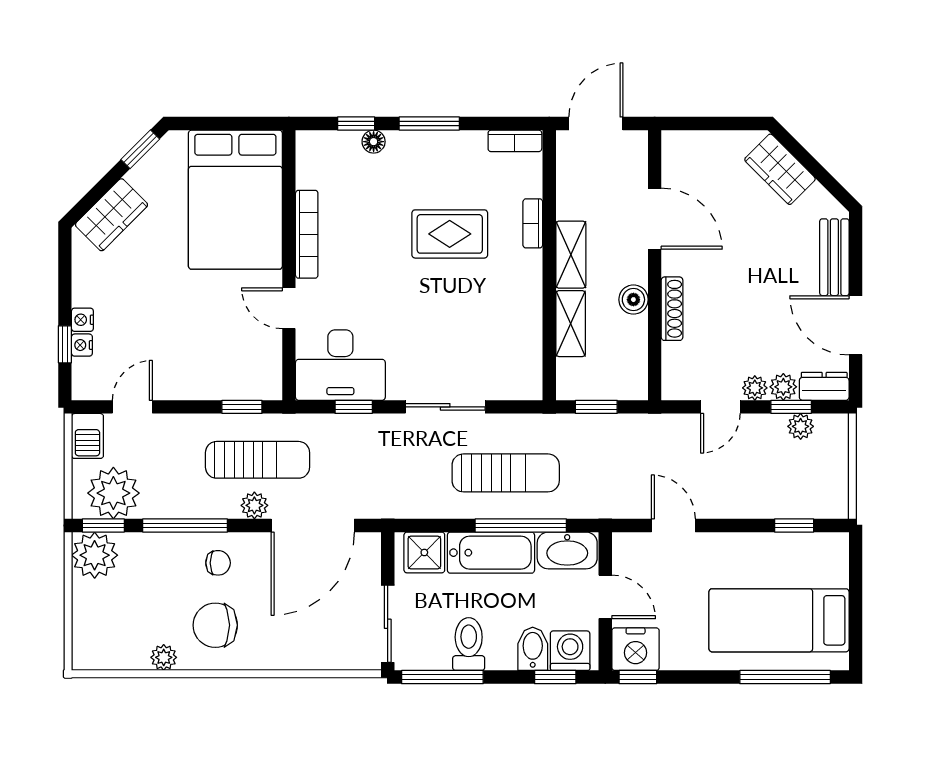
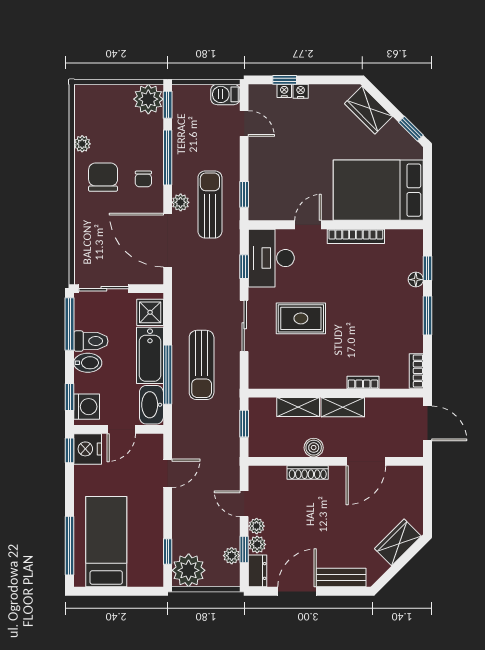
rug: (450, 234) -> (301, 318), moved, turned 90
sun lounger: (258, 460) -> (210, 204), turned 180
plant: (113, 493) -> (189, 570), moved
bidet: (533, 649) -> (88, 363), moved

